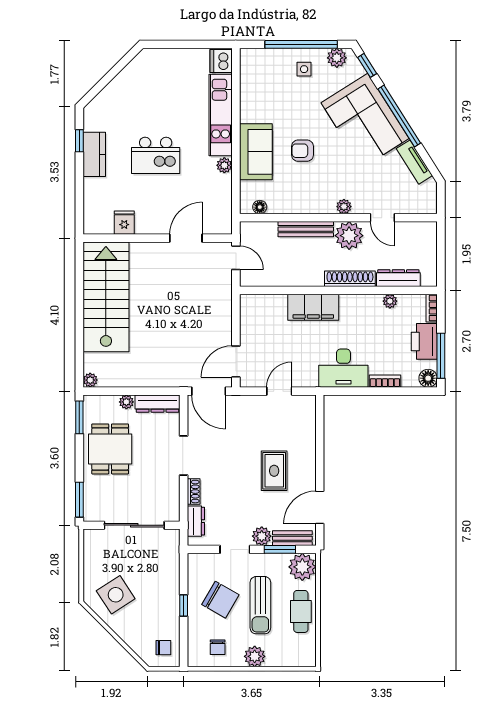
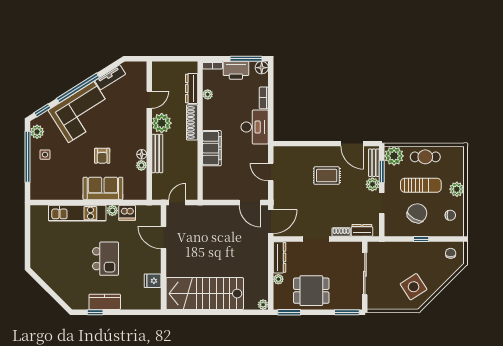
dishwasher: (221, 61) -> (127, 213), moved
floor lamp: (260, 207) -> (142, 154), moved
plant: (344, 207) -> (141, 165), moved

